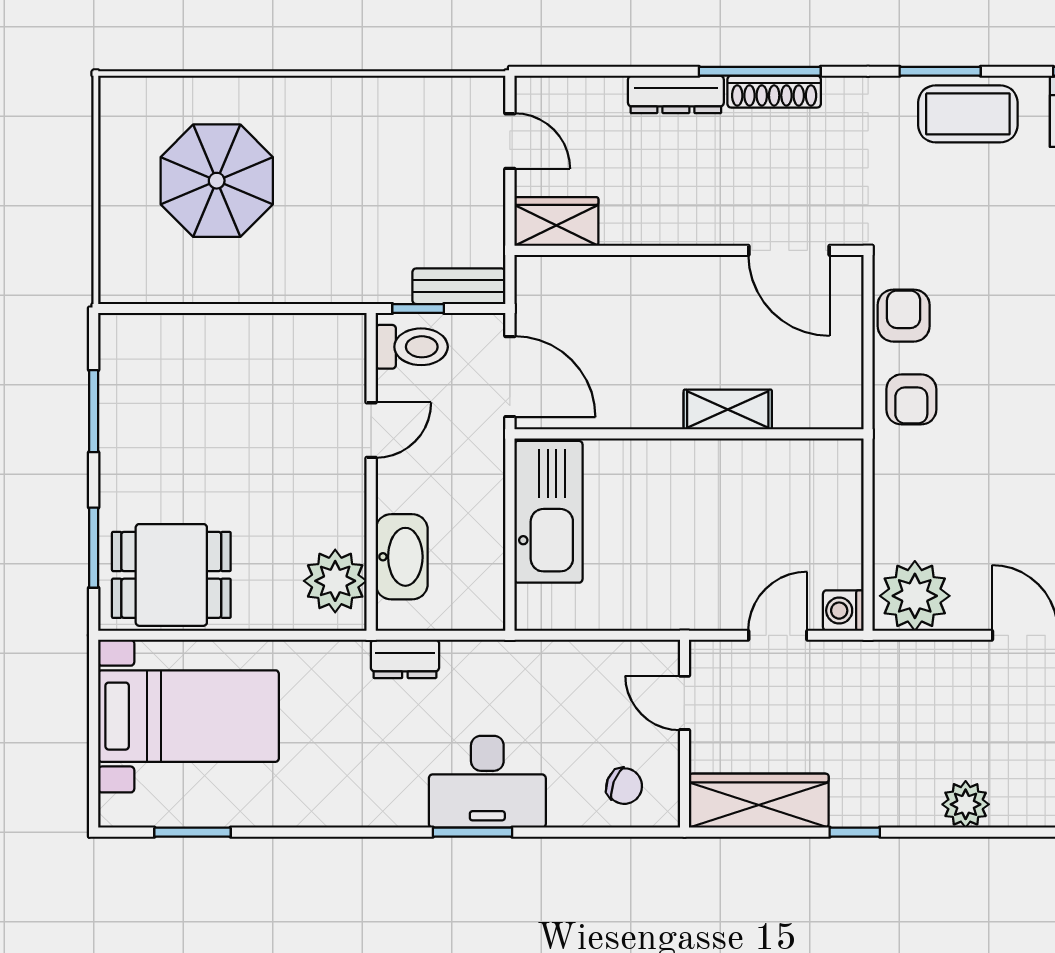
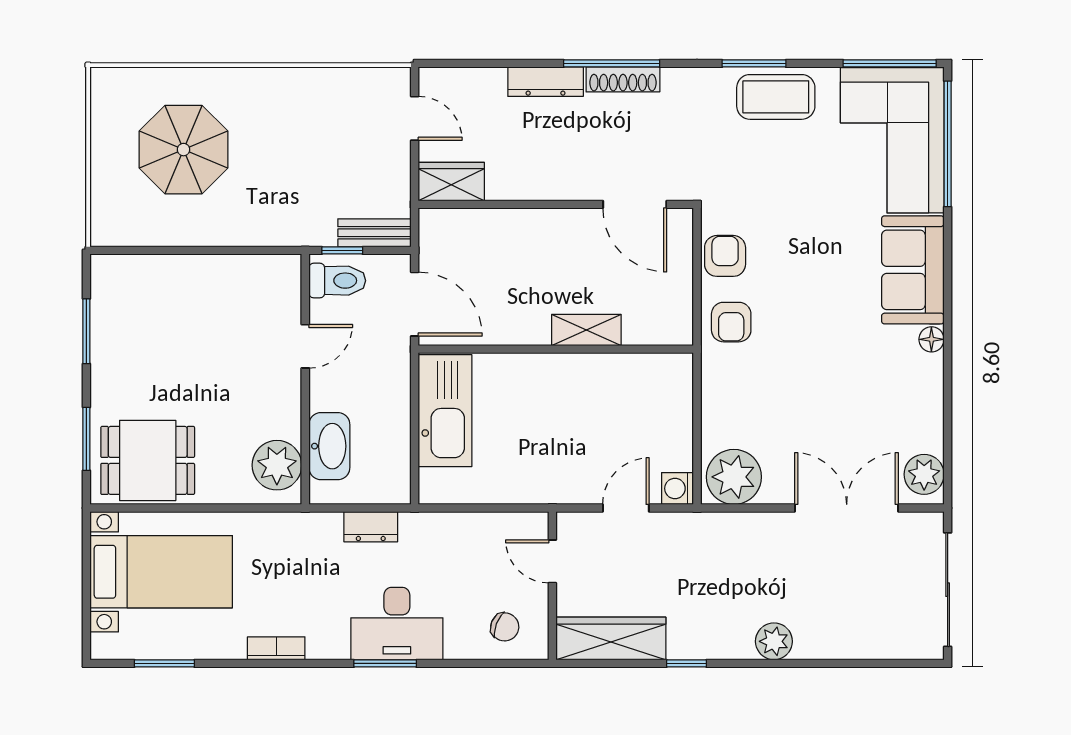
dresser: (405, 659) -> (371, 527), moved
bookcase: (334, 813) -> (276, 648), added

